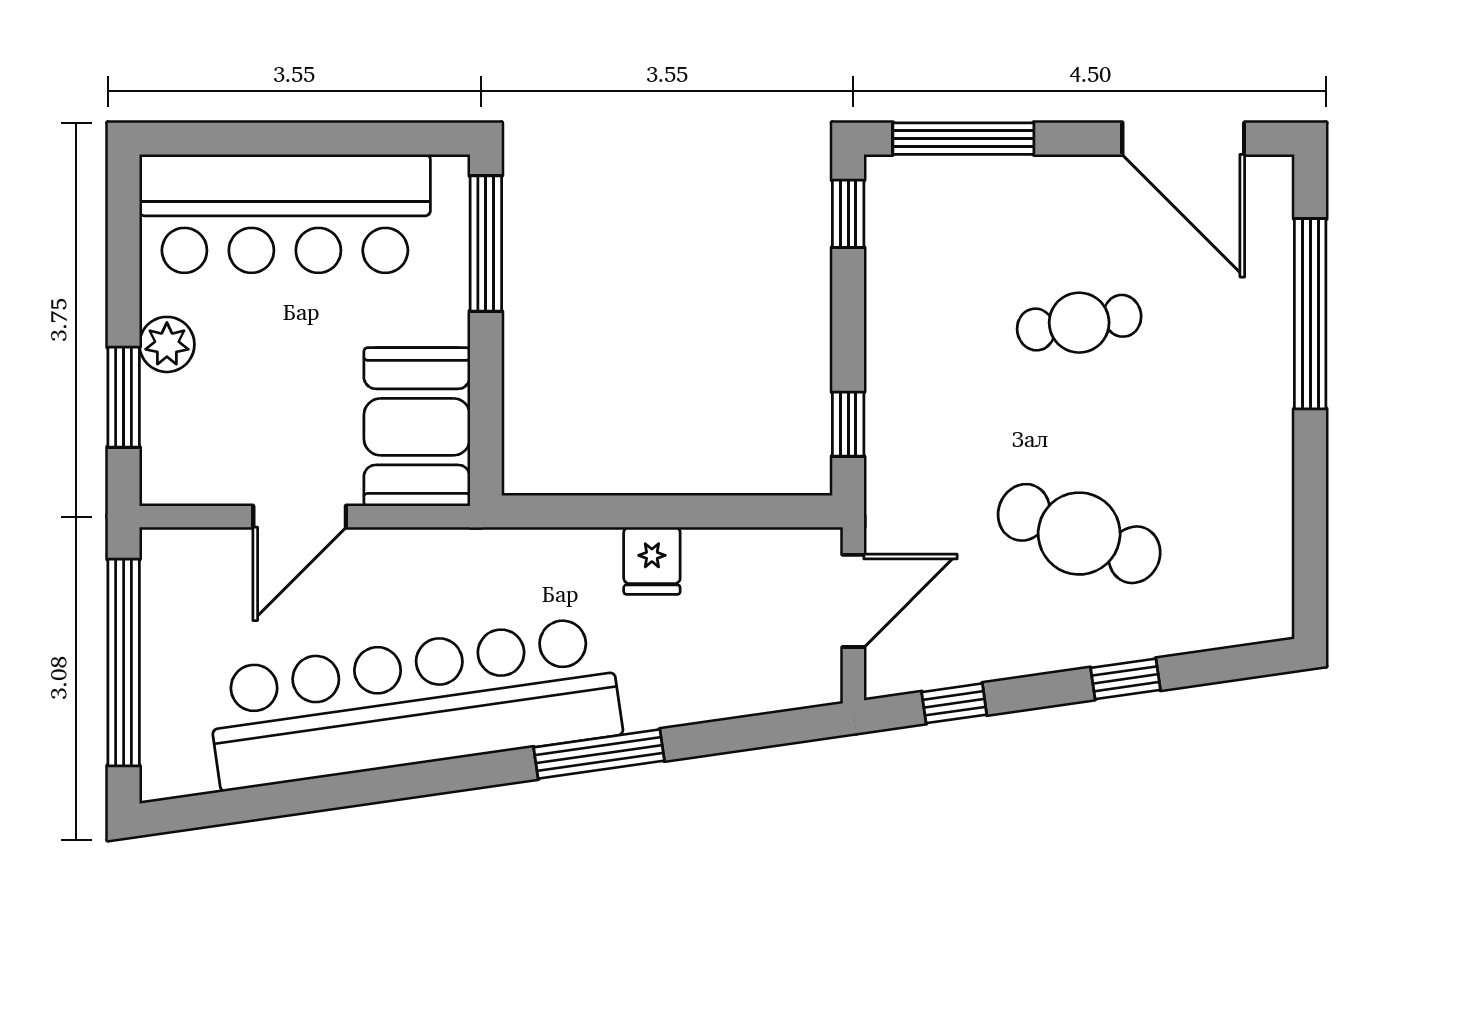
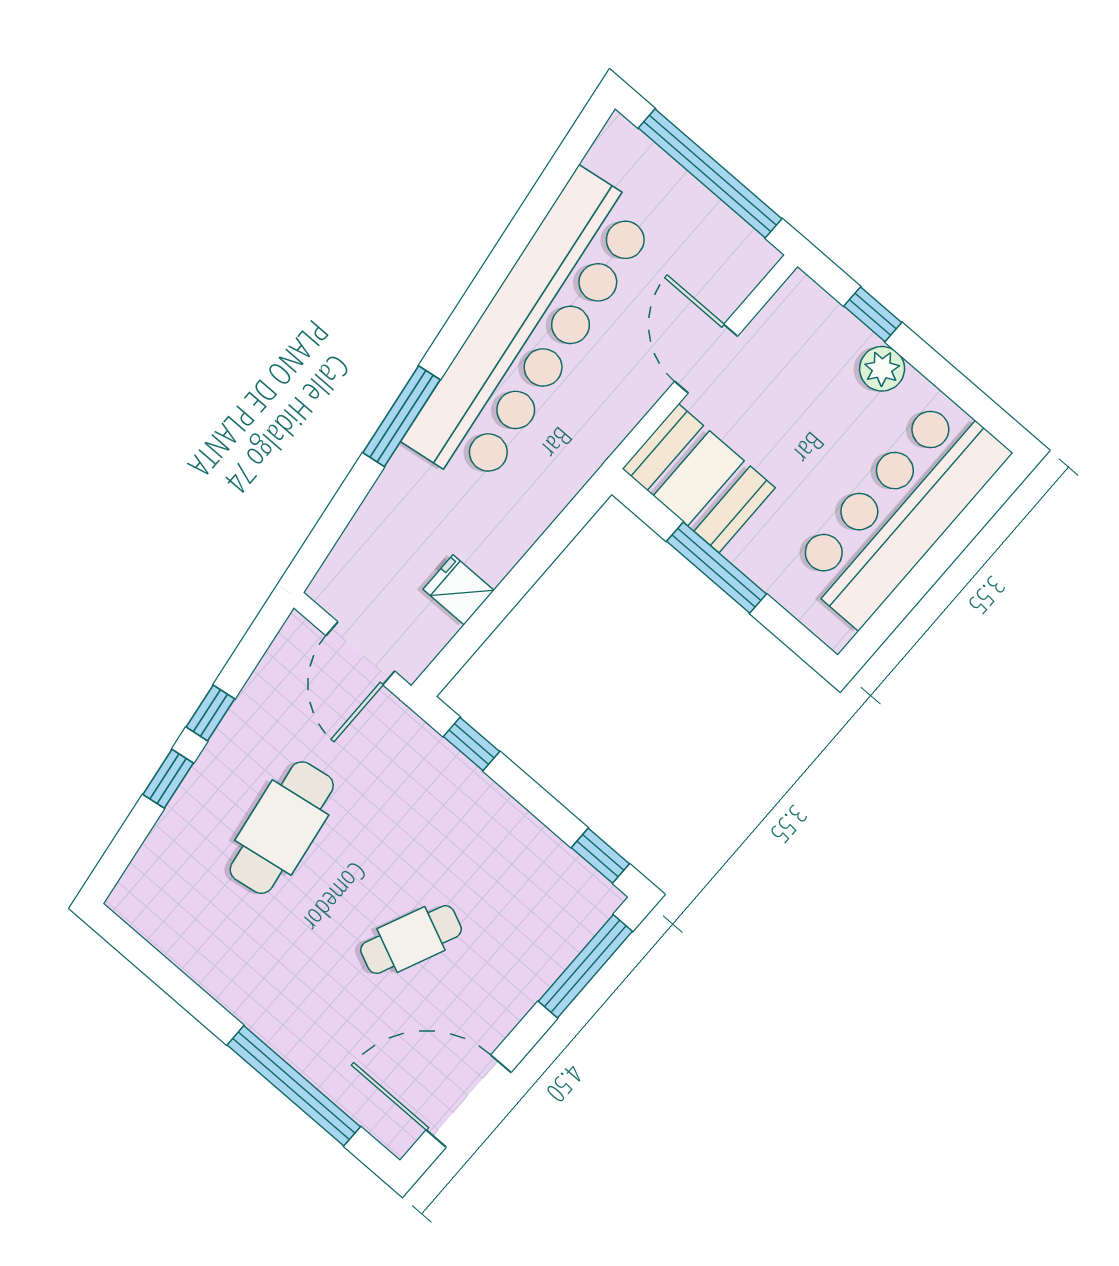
window: (486, 243) -> (717, 568), moved
cafe table: (1079, 323) -> (411, 940), turned 33
window: (124, 397) -> (873, 314), width x0.67
cafe table: (1079, 534) -> (282, 828), turned -30
fridge: (652, 561) -> (459, 590), moved
window: (954, 703) -> (210, 713), moved

